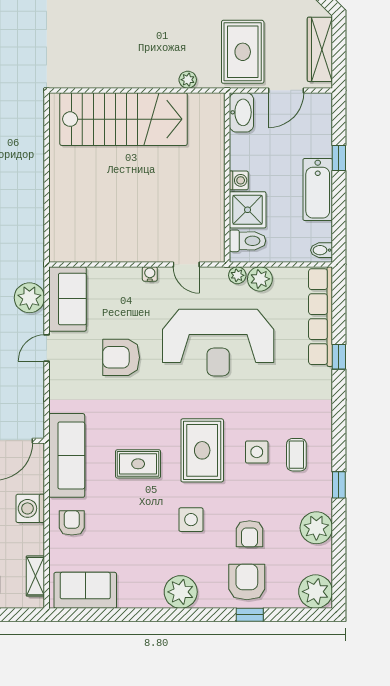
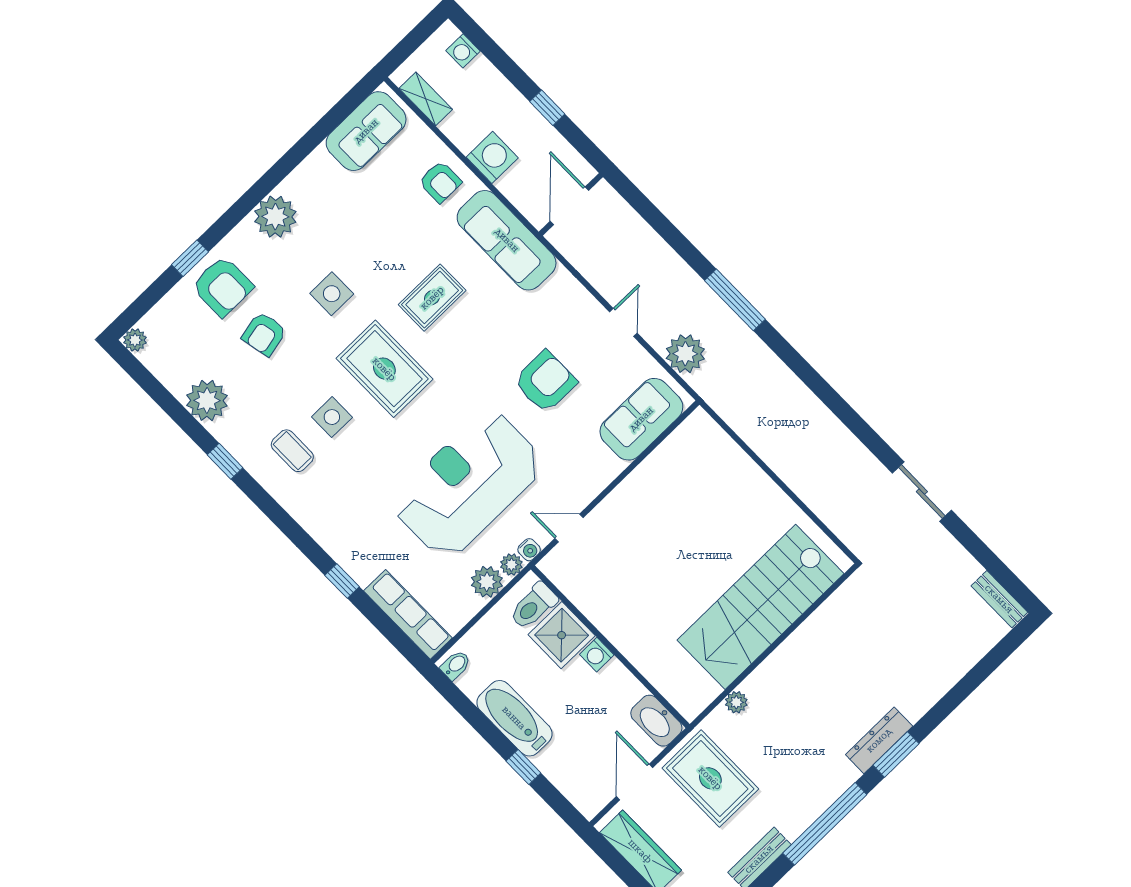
water cooler: (150, 274) -> (529, 550), moved
sofa: (67, 299) -> (641, 419), moved, turned 90
row of seats: (321, 317) -> (408, 614), width x0.73
armchair: (250, 534) -> (264, 334), turned -102
plant: (316, 592) -> (135, 340), width x0.53, depth x0.53

